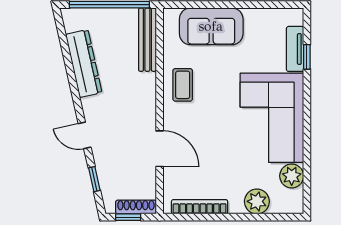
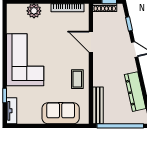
tv unit: (295, 49) -> (12, 111), moved
plant: (292, 176) -> (14, 26), removed

